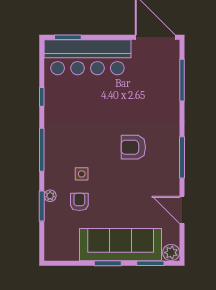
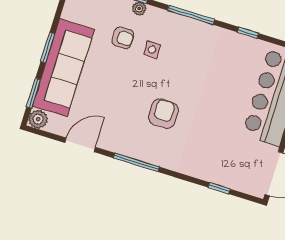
window: (182, 80) -> (219, 188), width x0.46

